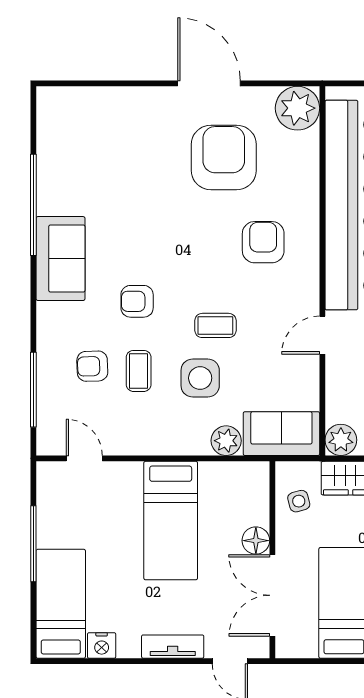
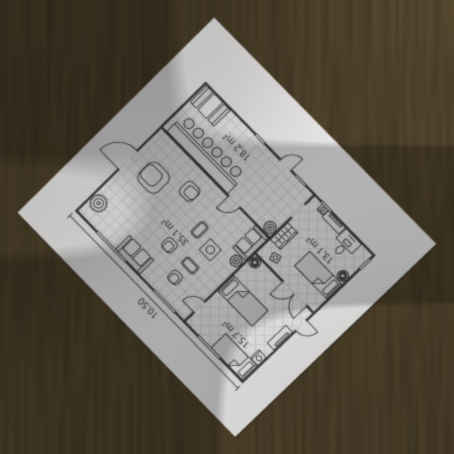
plant: (297, 108) -> (99, 203), moved
armchair: (263, 242) -> (190, 191), turned 180
door: (322, 335) -> (234, 202), hinge flipped
floor lamp: (256, 541) -> (255, 263), moved

